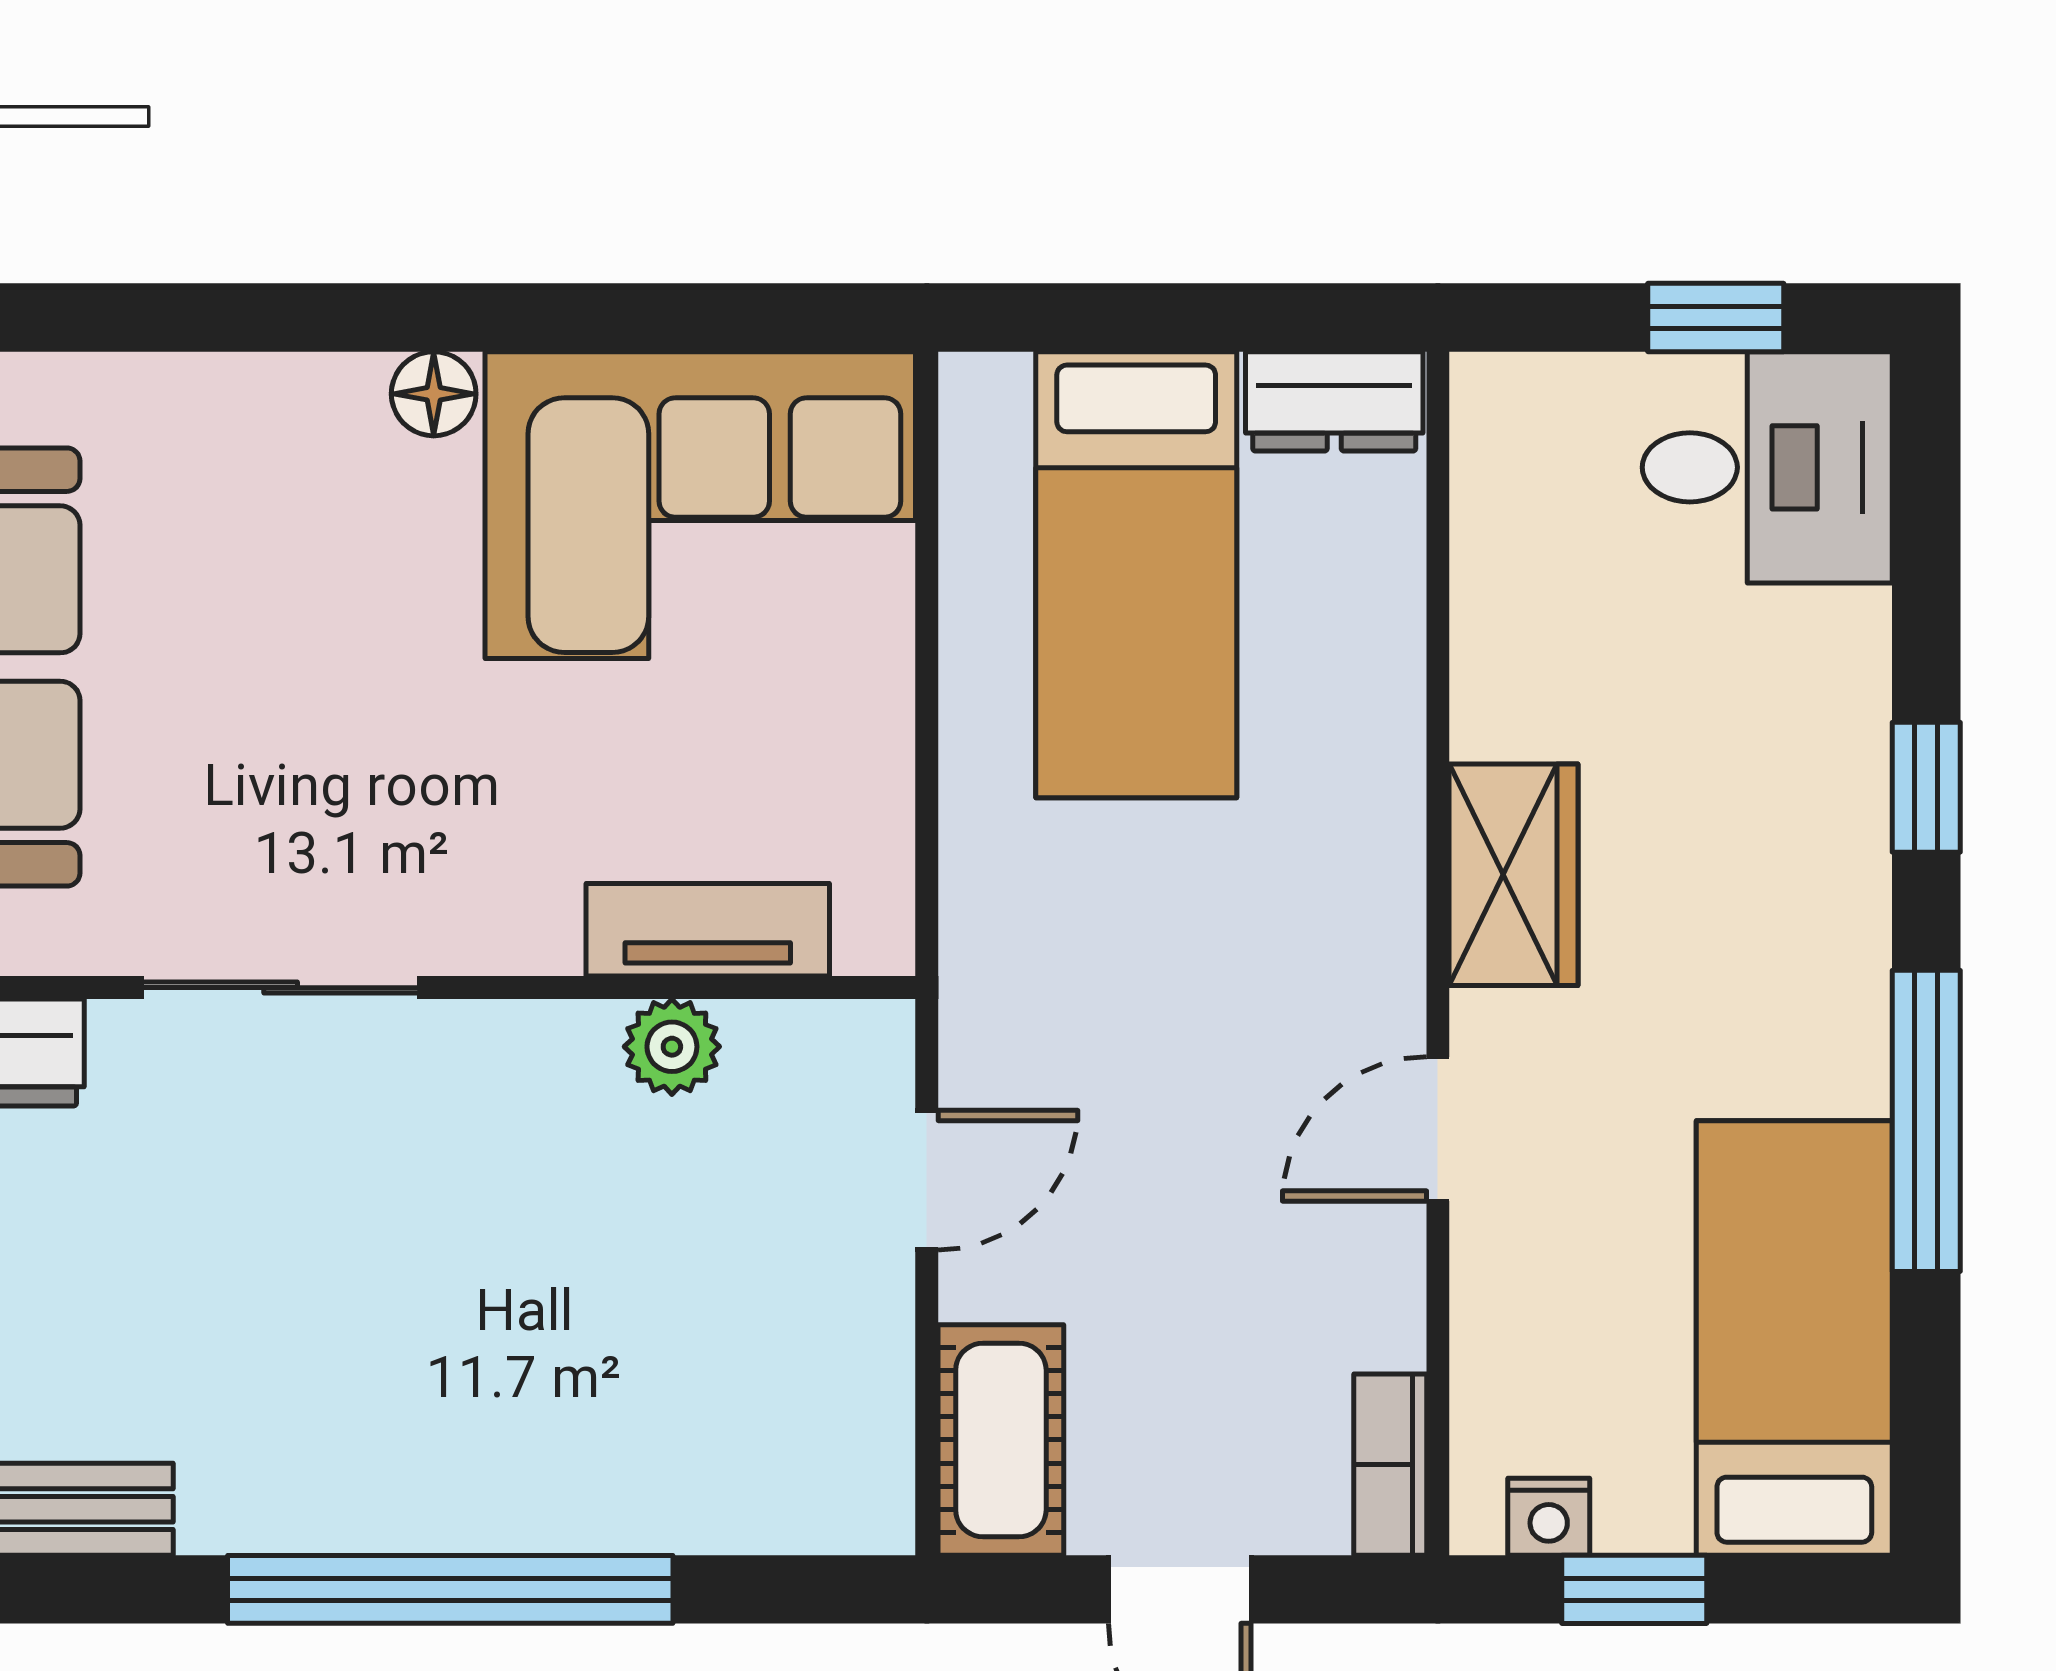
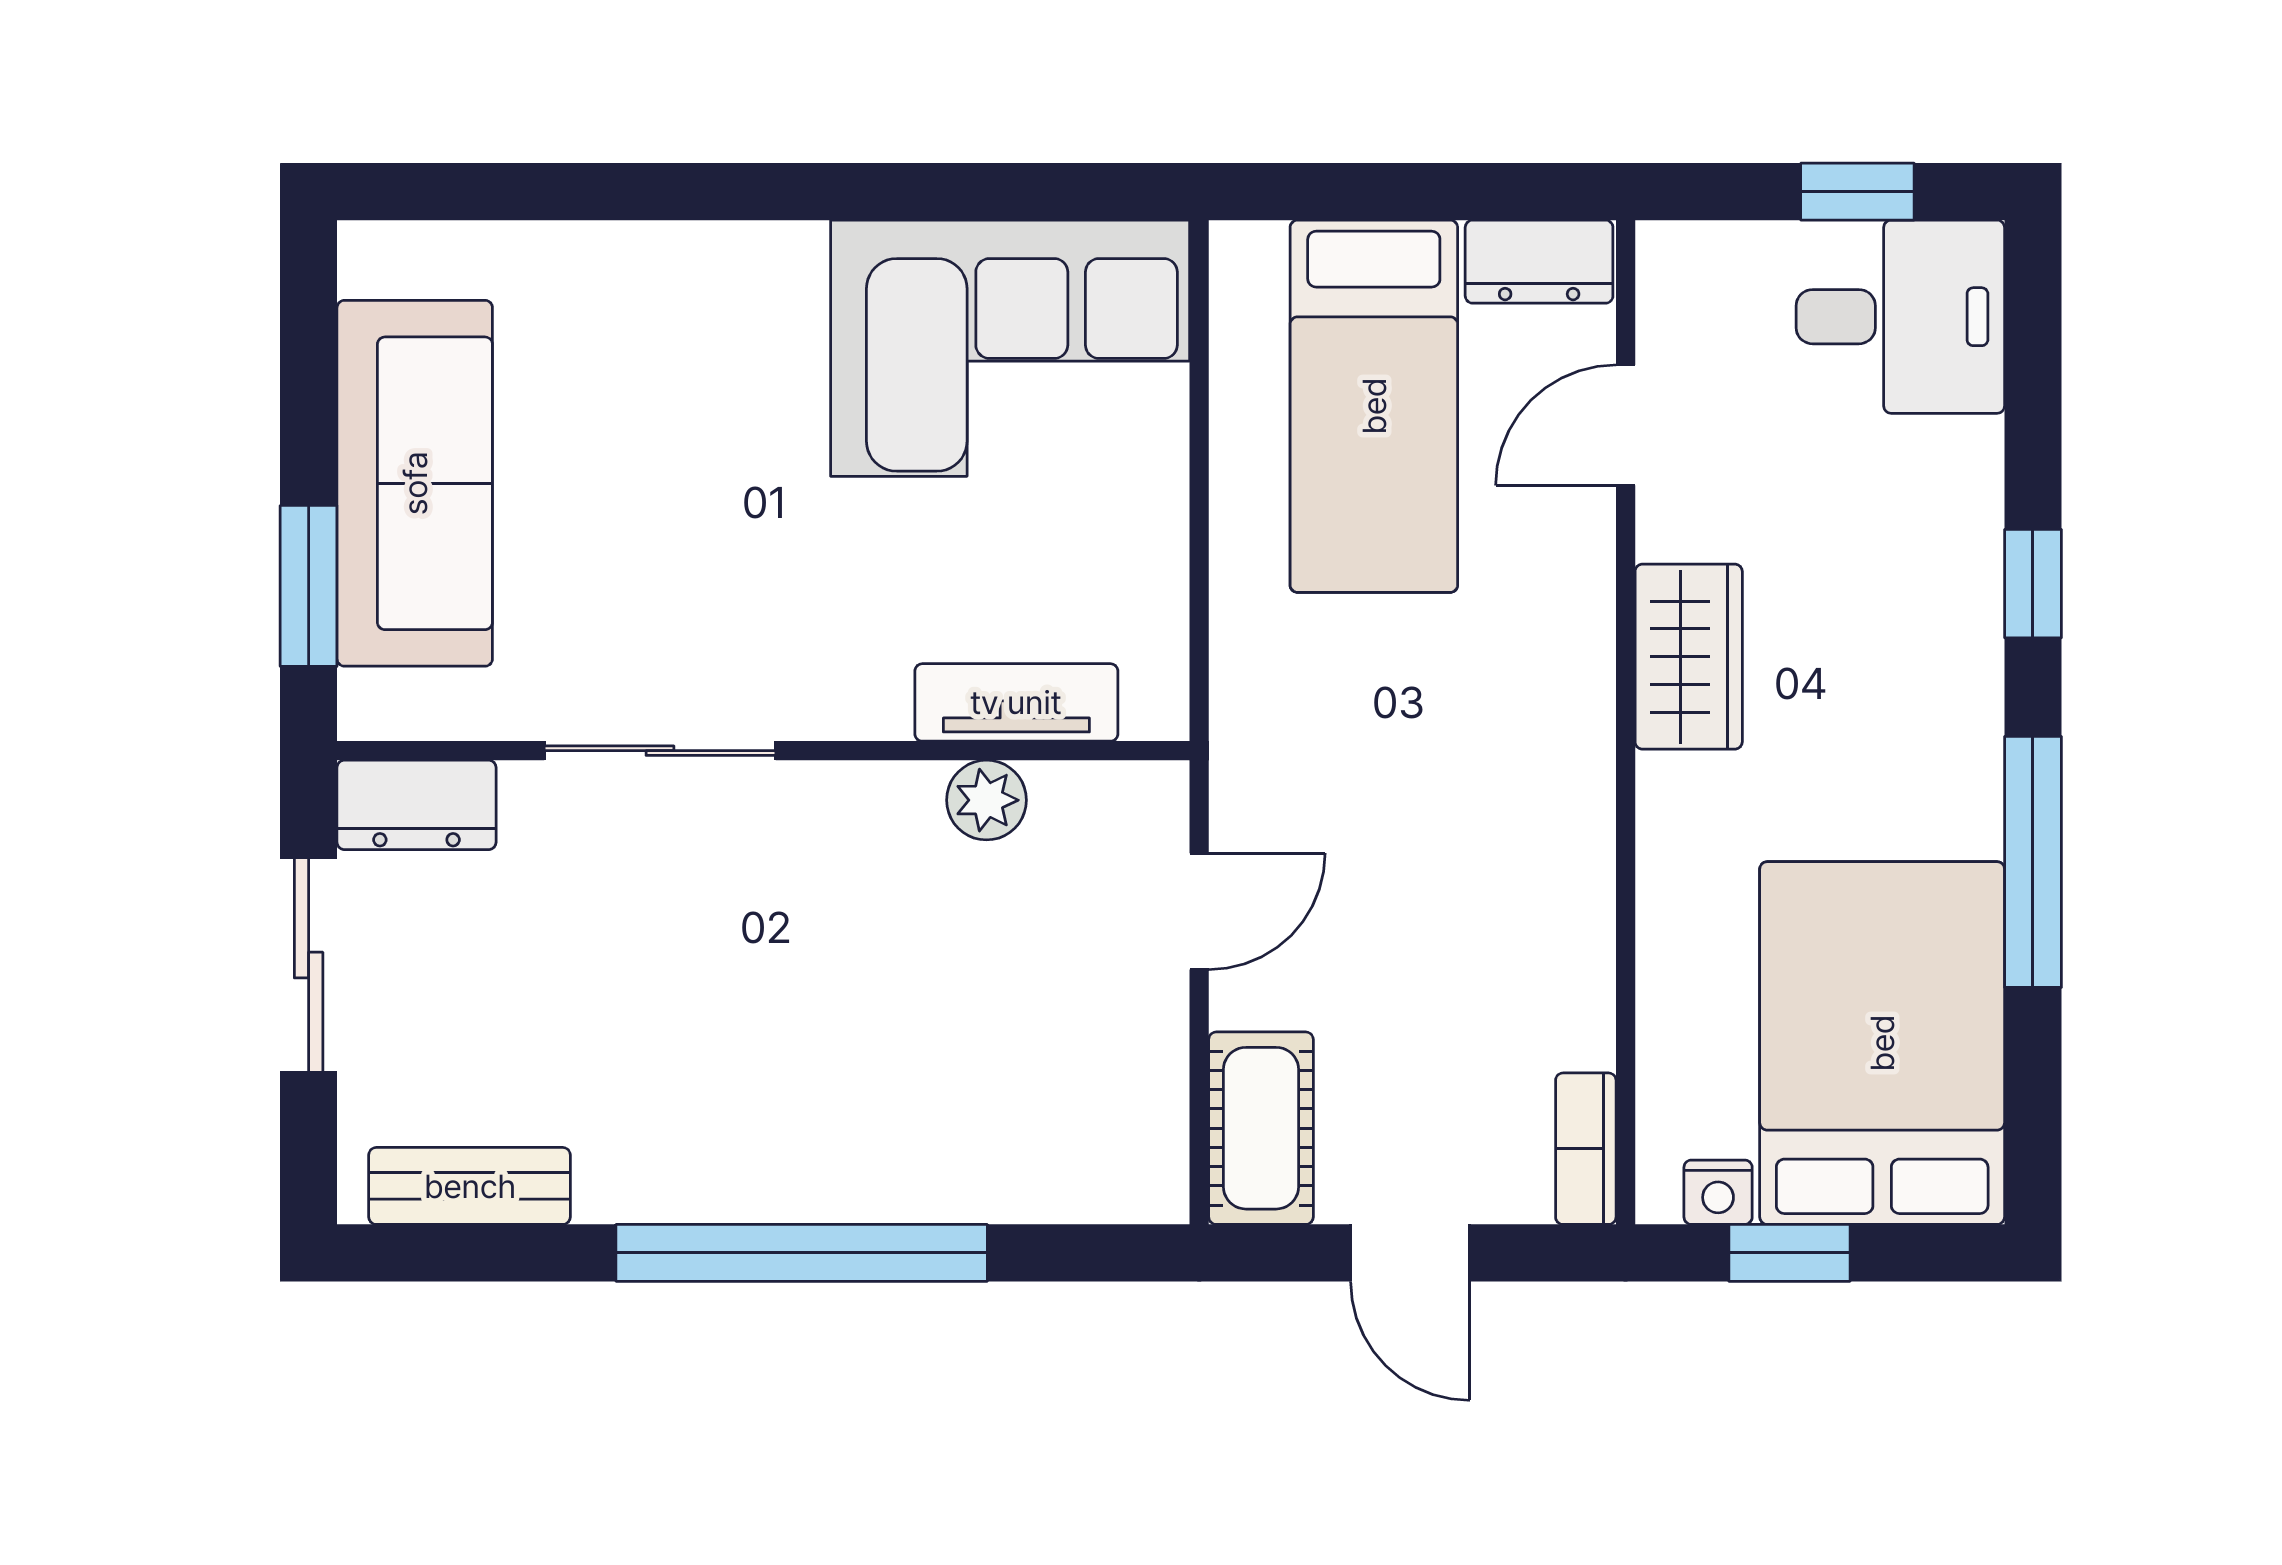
floor lamp: (434, 394) -> (788, 255), removed
door: (1438, 1129) -> (1626, 425), moved
bed: (1794, 1338) -> (1882, 1043), width x1.50

